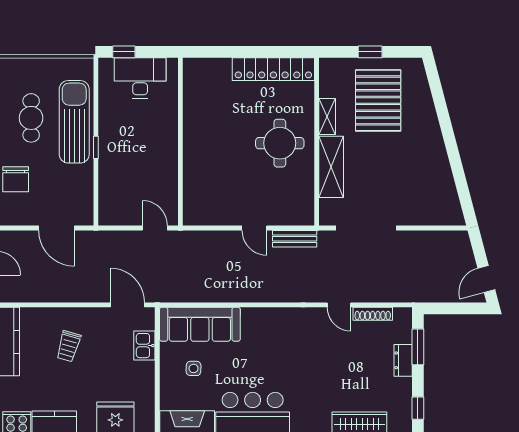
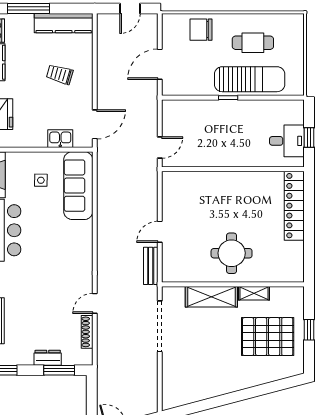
window: (124, 52) -> (309, 138), moved
locker: (273, 69) -> (294, 206), moved
desk: (140, 78) -> (287, 141), width x0.73

